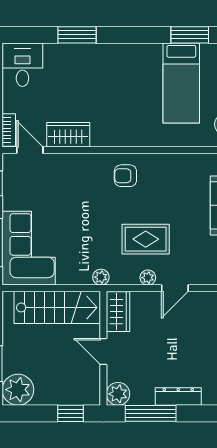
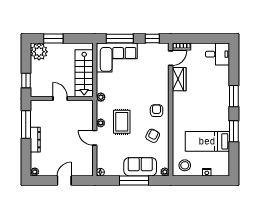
window: (77, 35) -> (234, 96), moved
window: (190, 35) -> (234, 131), moved
armchair: (171, 183) -> (153, 136), added
wardrobe: (118, 312) -> (82, 107), removed
door: (103, 351) -> (60, 99), hinge flipped
plant: (118, 394) -> (37, 107), removed

